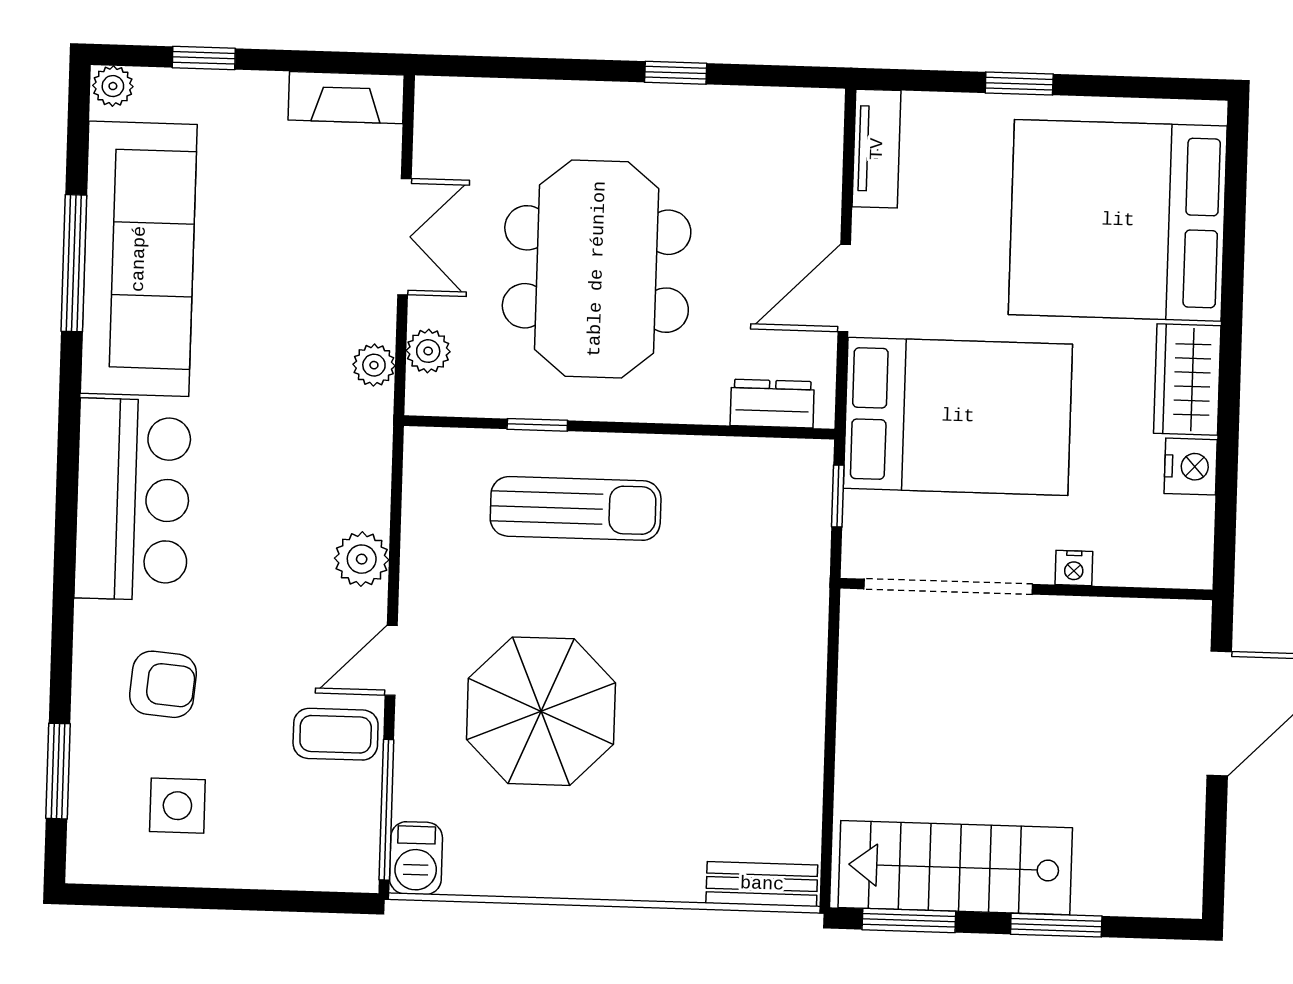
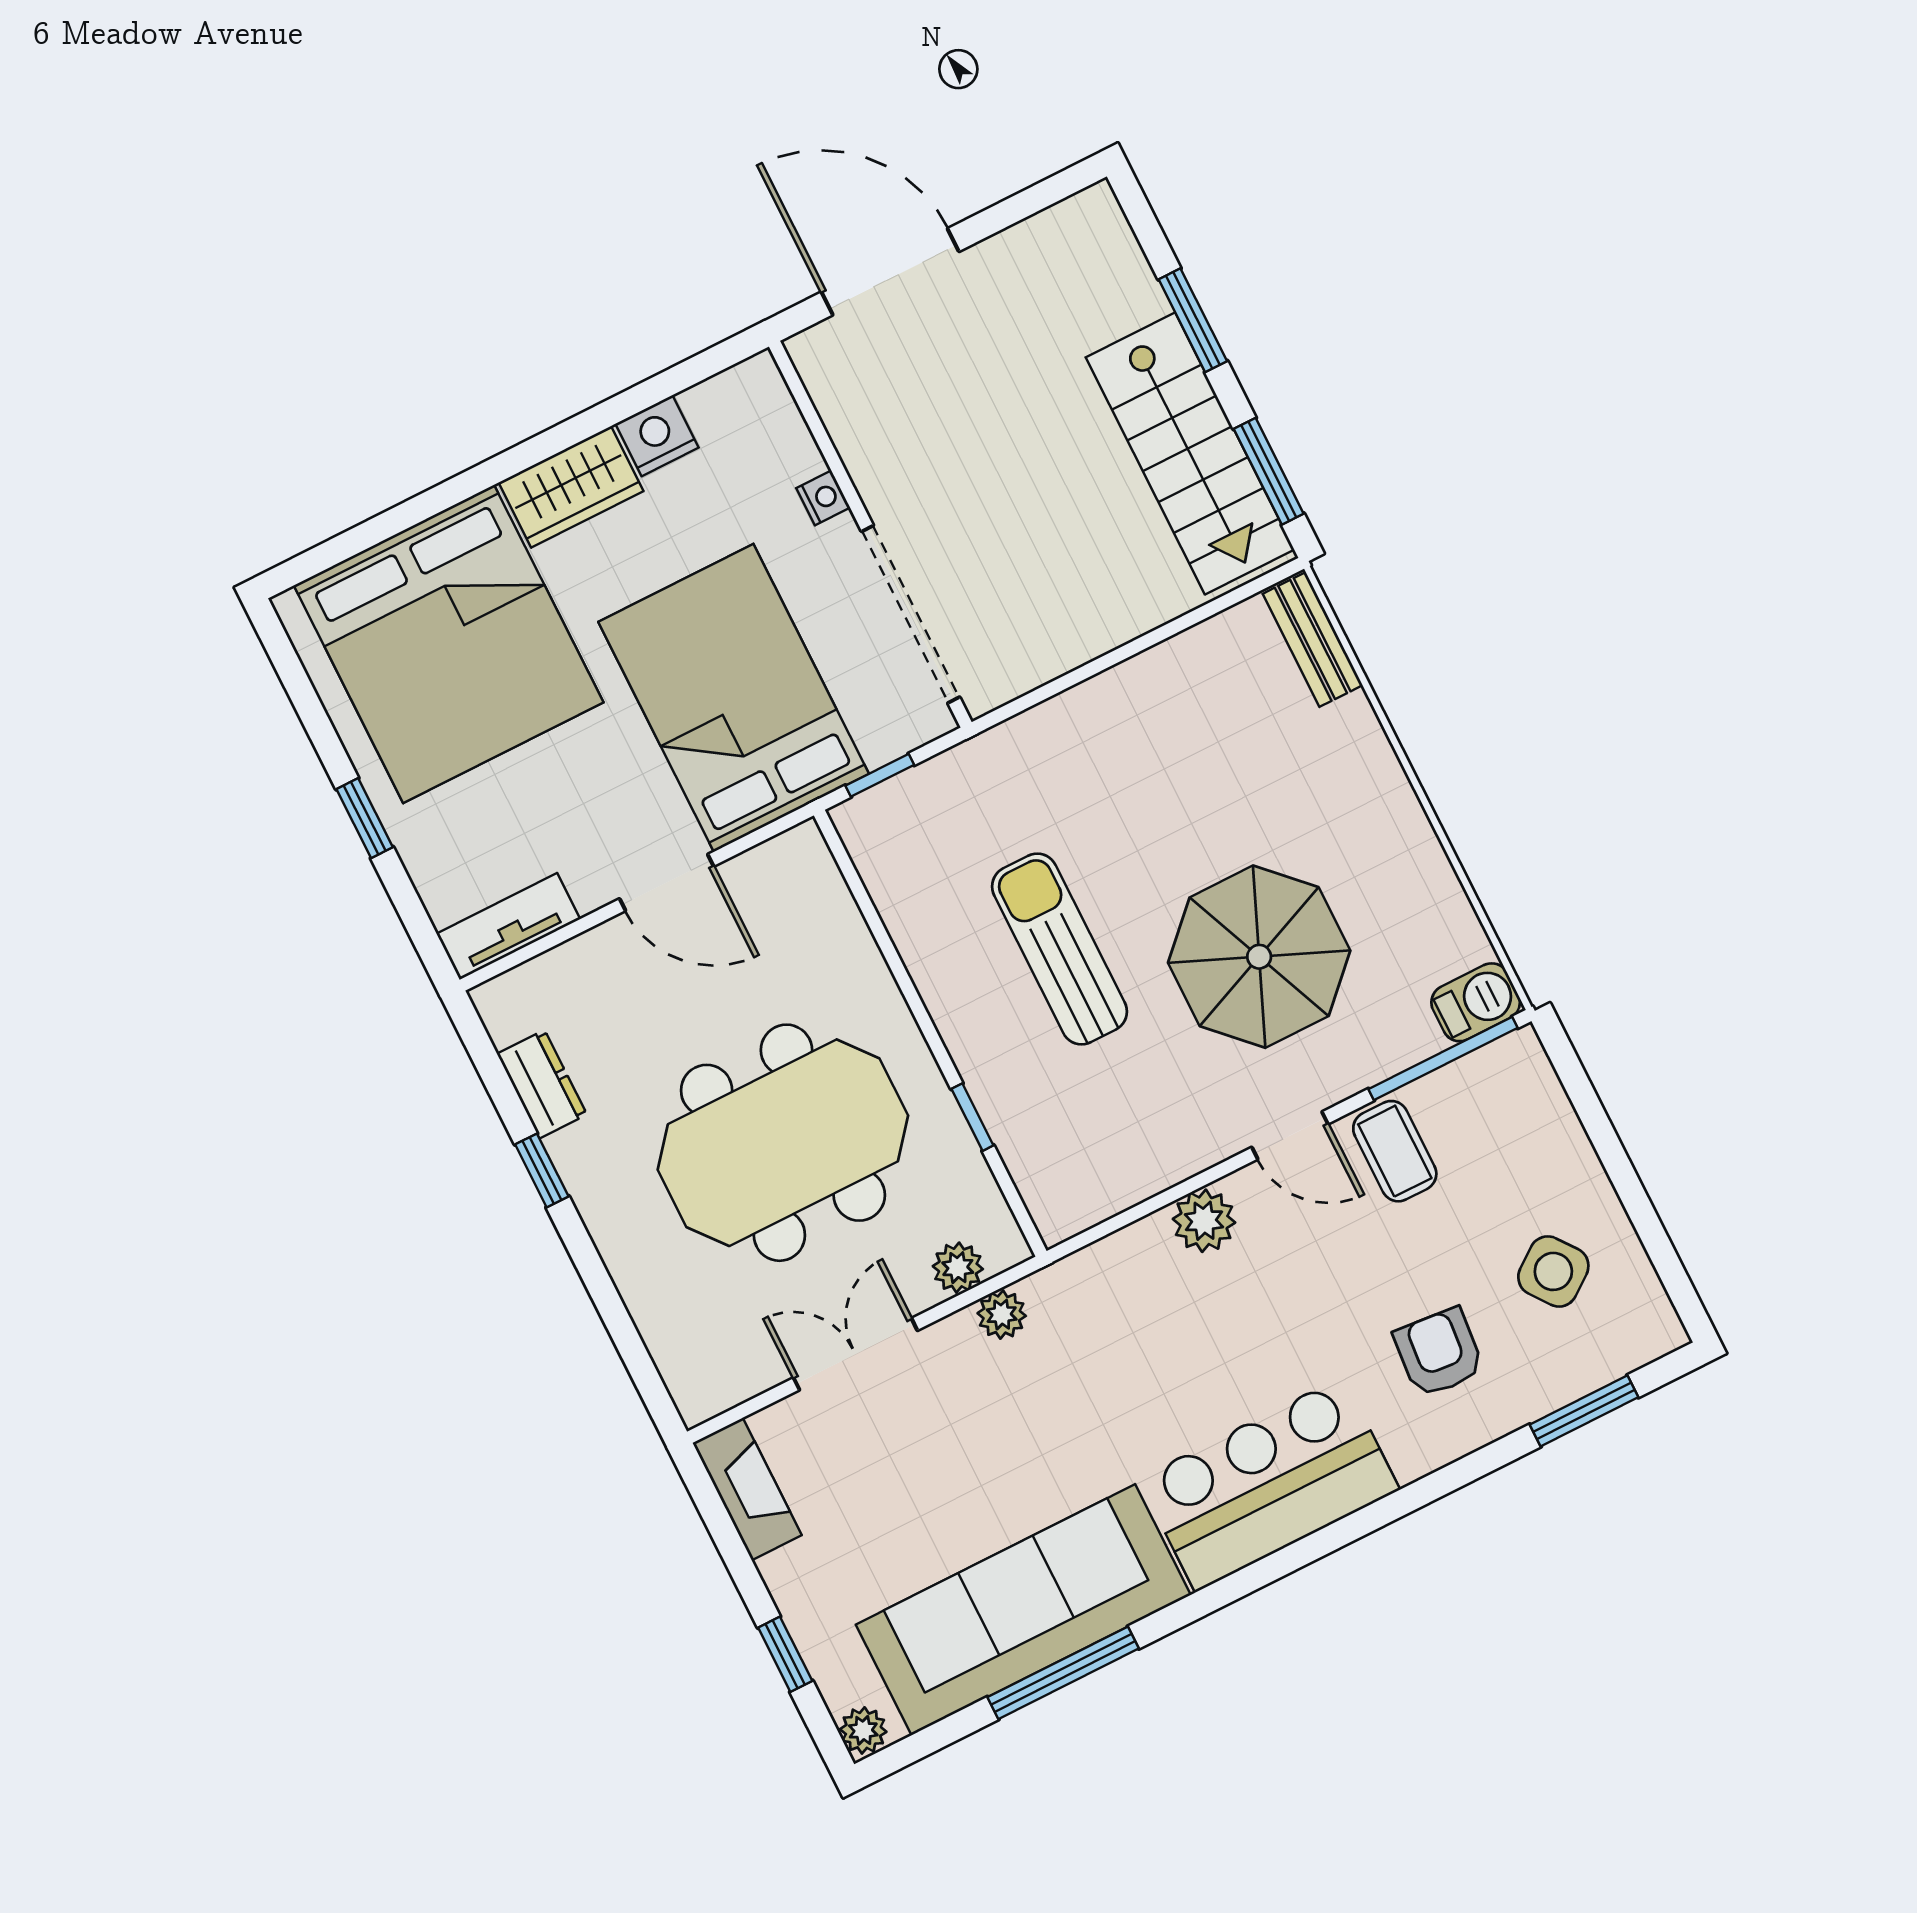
dresser: (772, 404) -> (542, 1084), moved, turned 180
sun lounger: (576, 508) -> (1059, 949), moved
side table: (177, 806) -> (1553, 1271), turned -37

